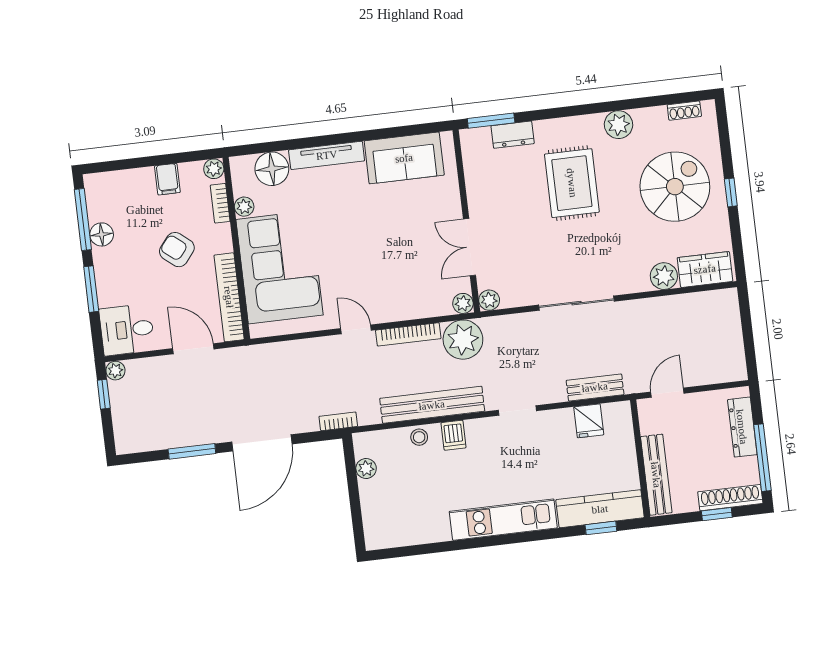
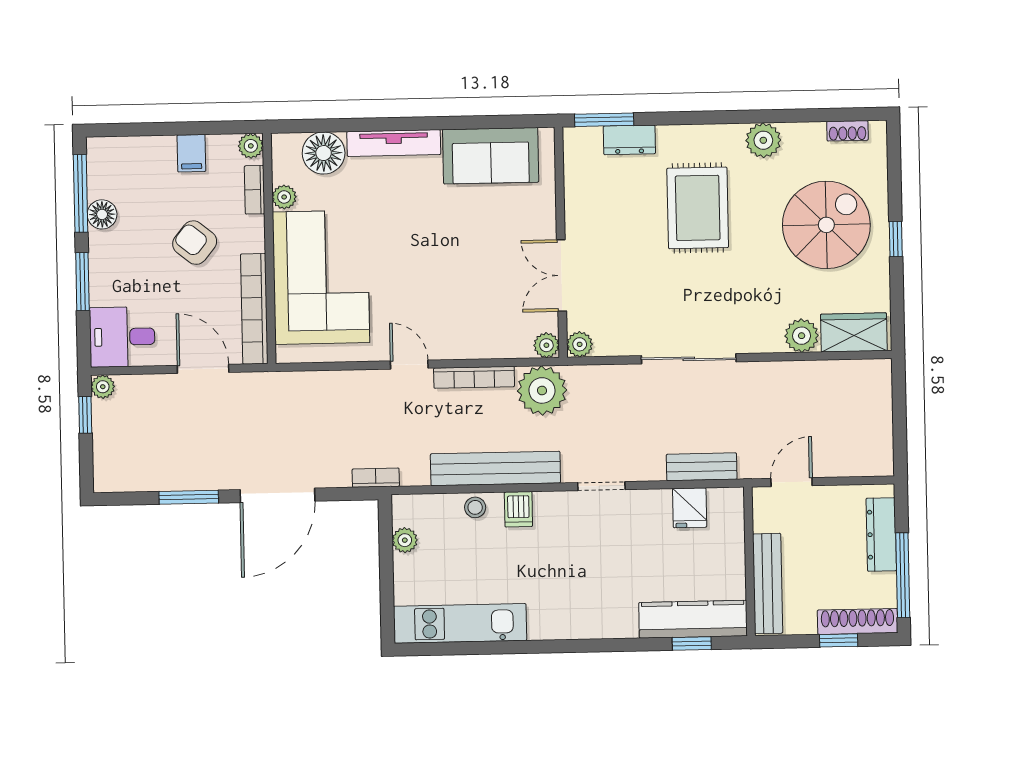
kitchen unit: (503, 520) -> (460, 623), moved

